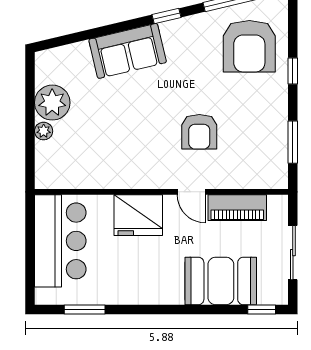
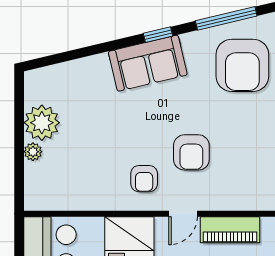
sofa: (128, 51) -> (148, 63), moved
armchair: (153, 157) -> (144, 179), added
door: (191, 192) -> (183, 214), hinge flipped

